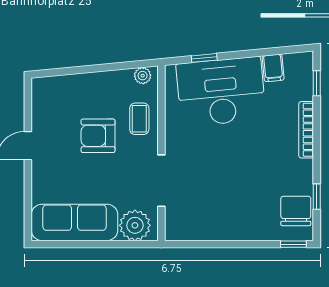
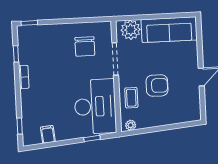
desk: (221, 92) -> (95, 106), moved, turned -85
bookcase: (306, 130) -> (24, 77), moved, width x0.64
chair: (296, 211) -> (85, 46), moved

